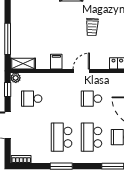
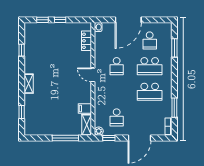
trolley: (92, 27) -> (55, 66), removed
filing cabinet: (56, 62) -> (85, 109), moved
window: (61, 166) -> (174, 108), moved

